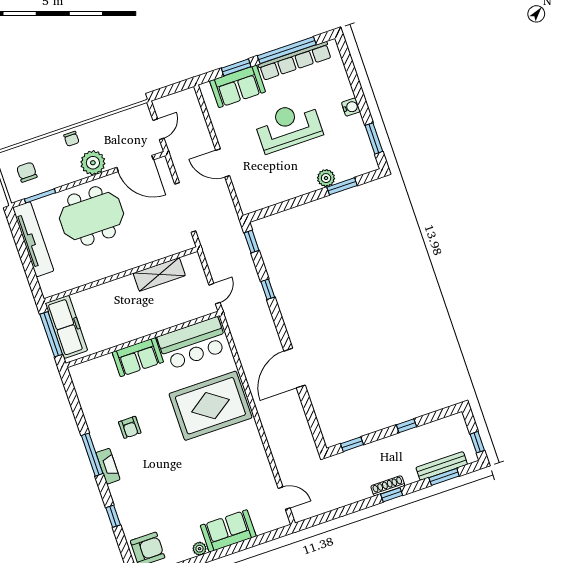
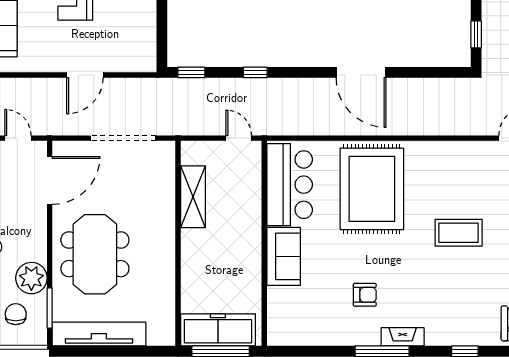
plant: (93, 163) -> (31, 278), moved
chair: (27, 172) -> (16, 314), turned 90
coffee table: (200, 481) -> (459, 233), added

